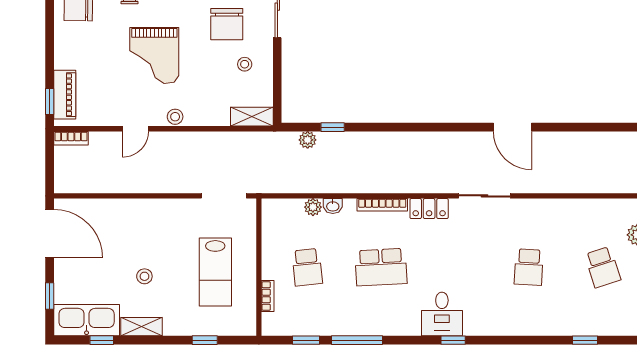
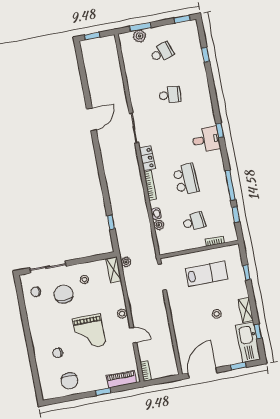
chair: (227, 24) -> (63, 294), turned -90
grand piano: (154, 55) -> (89, 332), turned 90
window: (50, 102) -> (103, 392), moved
plant: (308, 140) -> (126, 262), moved

